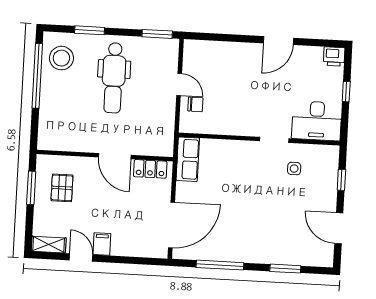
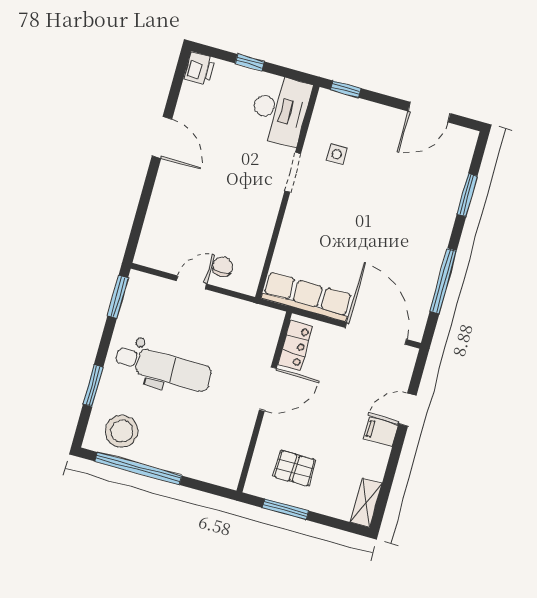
row of seats: (188, 159) -> (307, 297), width x1.48
window: (341, 180) -> (346, 89), moved
door: (81, 257) -> (408, 410), moved

